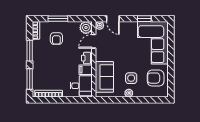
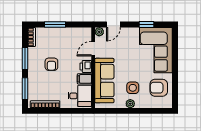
door: (113, 19) -> (113, 25), hinge flipped
plant: (86, 28) -> (85, 34), removed
armchair: (56, 38) -> (51, 64), moved
sofa: (104, 77) -> (104, 81), width x1.36

